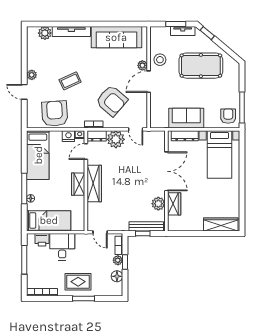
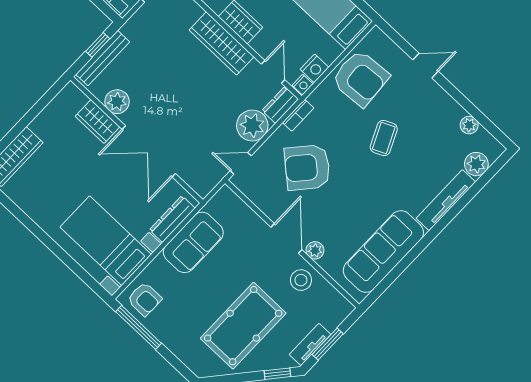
plant: (32, 75) -> (469, 125), moved

